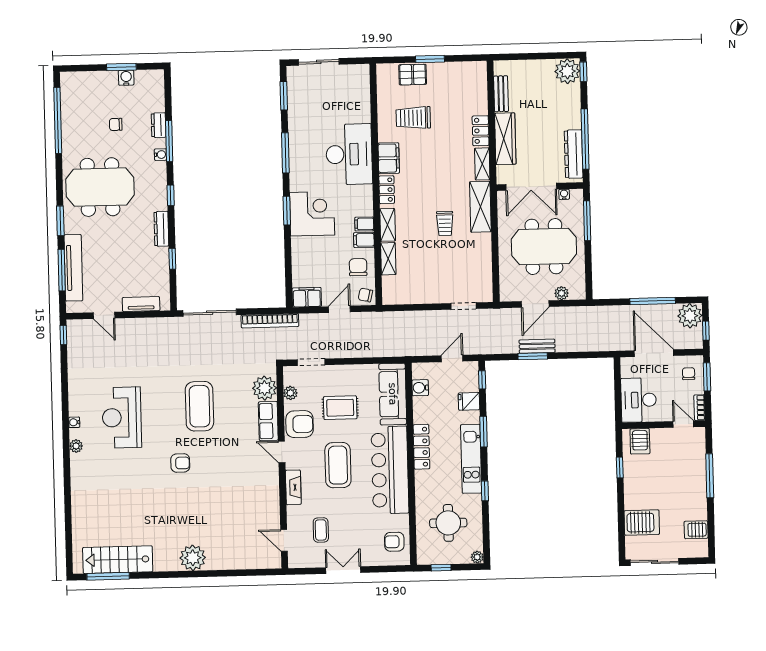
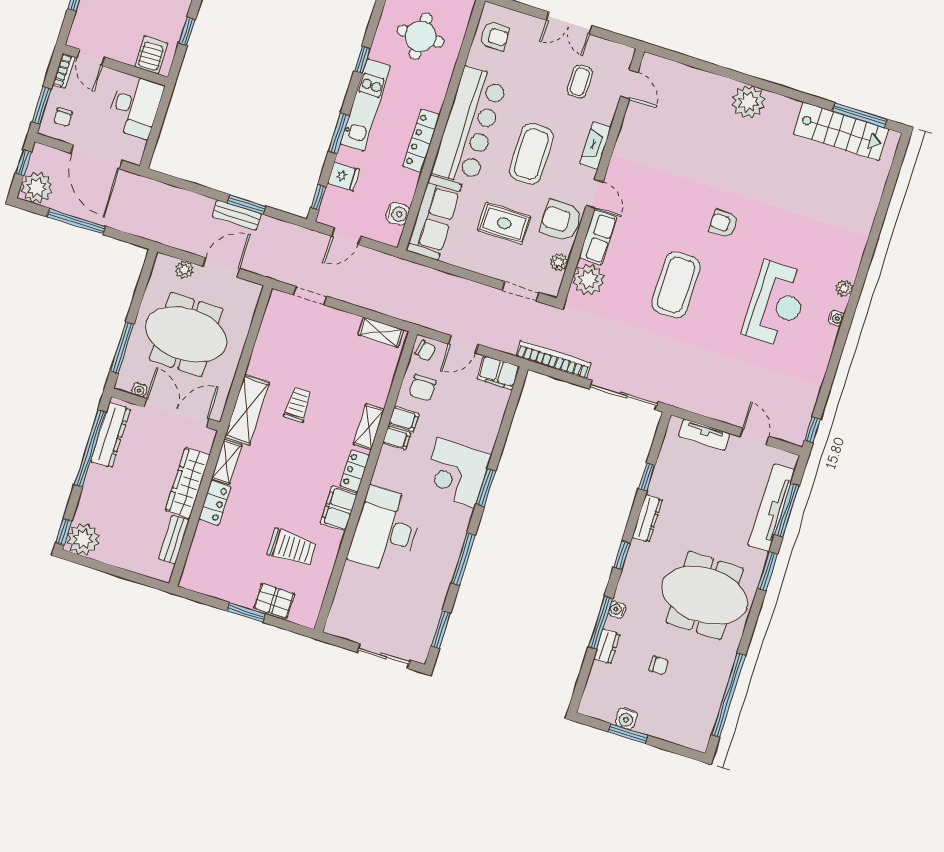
shelving: (388, 259) -> (381, 332), moved, turned 90

